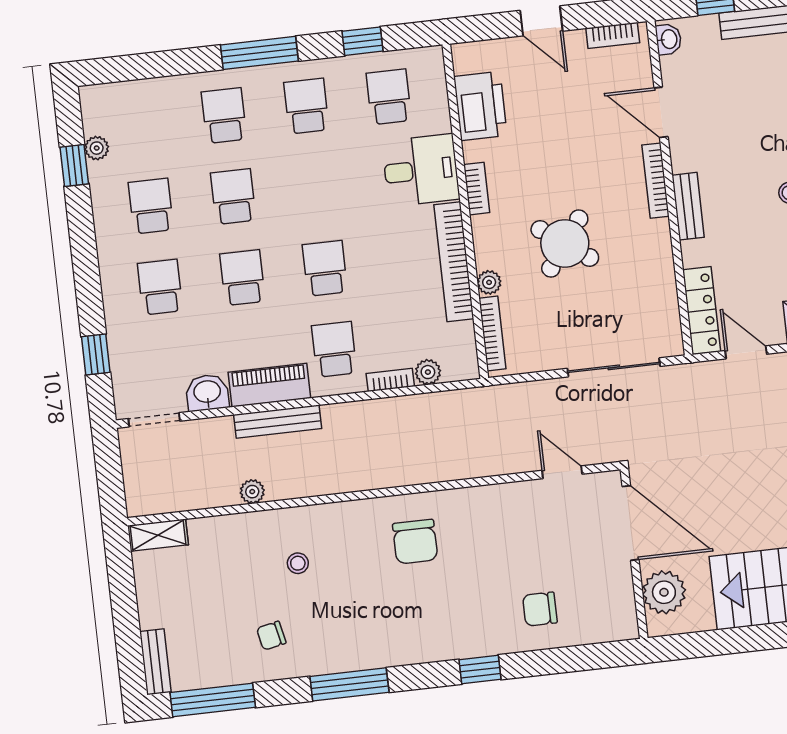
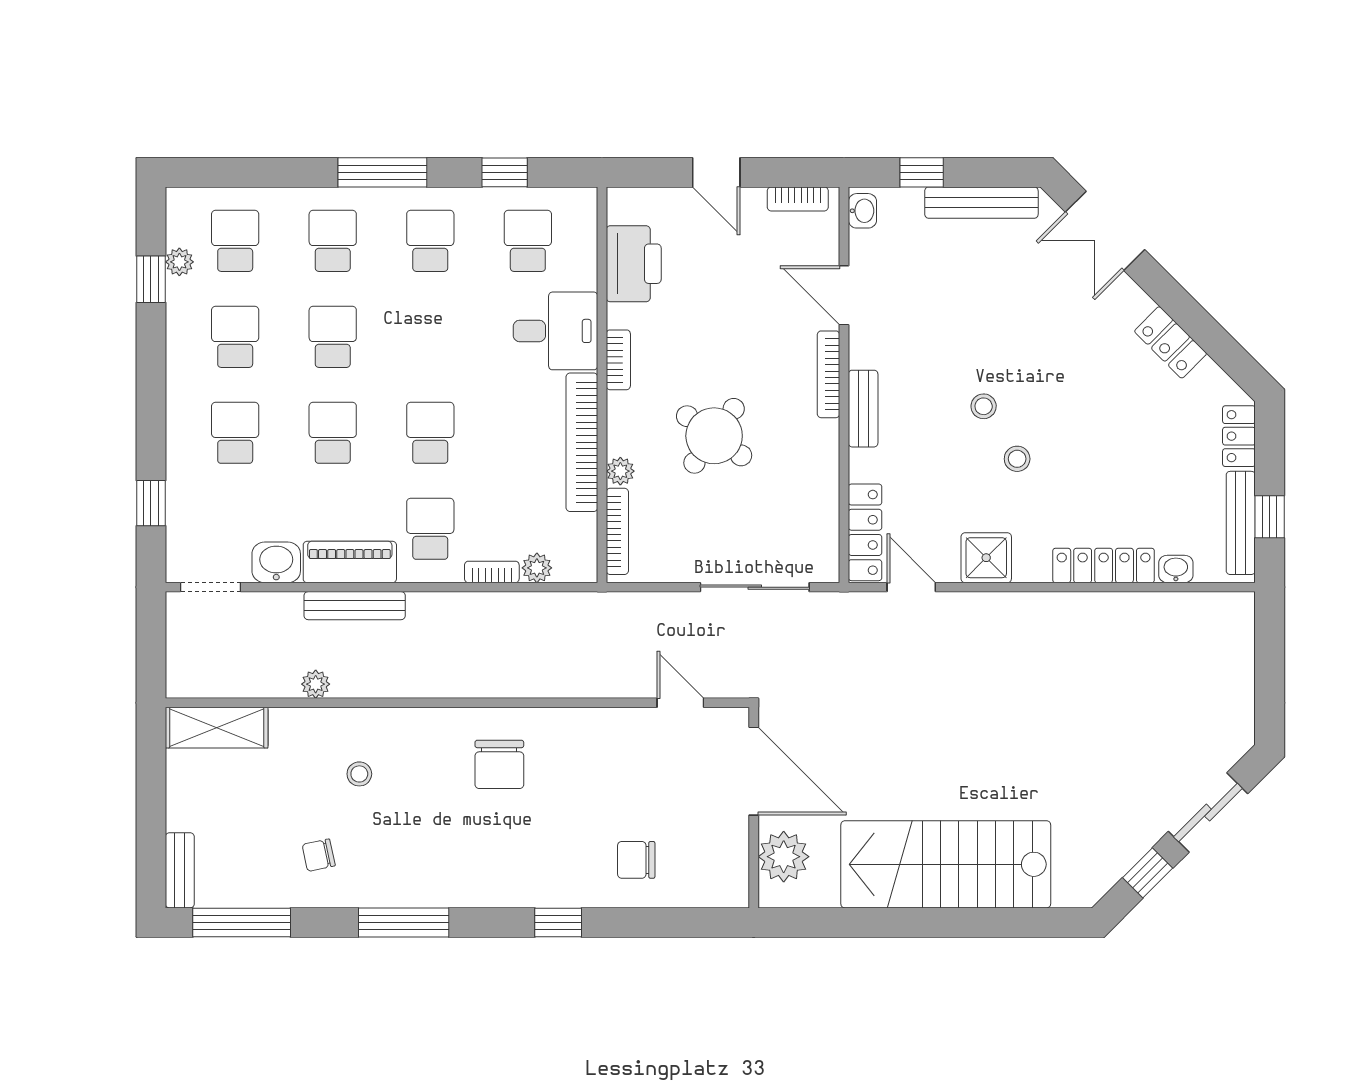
school desk: (142, 125) -> (235, 241), added
shelving: (158, 535) -> (217, 728), width x1.50, depth x1.33

